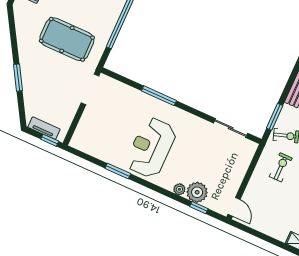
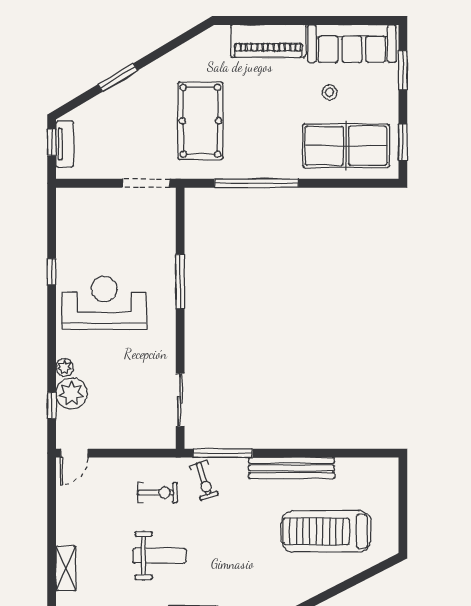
window: (275, 117) -> (223, 453), width x1.44
window: (50, 140) -> (52, 142), moved
window: (118, 171) -> (52, 272), width x0.67

